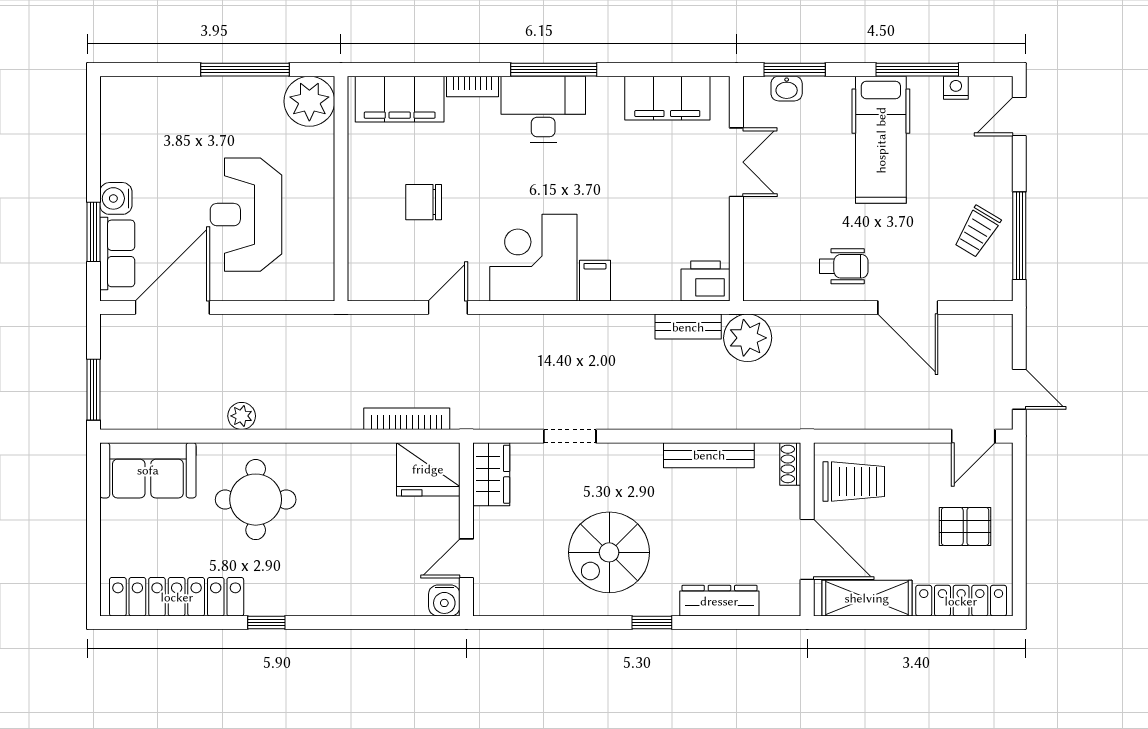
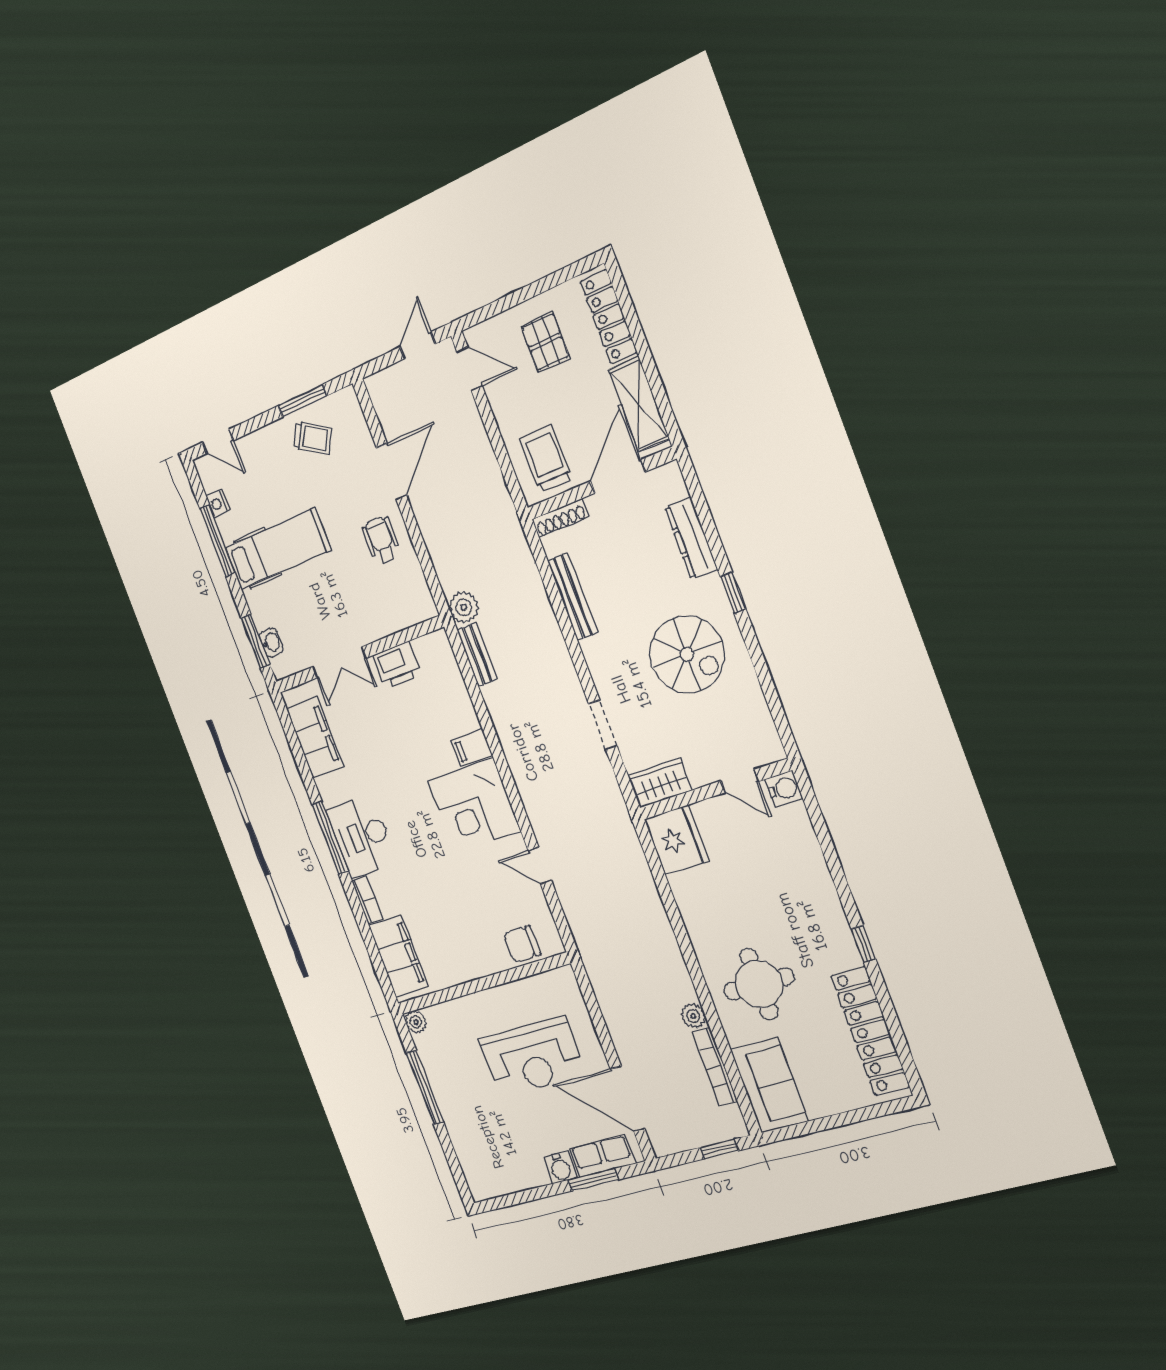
plant: (309, 101) -> (416, 1022), width x0.53, depth x0.53
double door: (736, 162) -> (339, 662), swing flipped
chair: (424, 202) -> (522, 944), moved, turned 90
window: (1019, 236) -> (302, 401), width x0.69
printer: (706, 281) -> (397, 665), moved, turned -90
plant: (748, 338) -> (464, 607), width x0.73, depth x0.73
window: (93, 390) -> (719, 1149), width x0.67
bookcase: (407, 419) -> (715, 1066), moved
shoe rack: (790, 464) -> (560, 518), width x1.43

